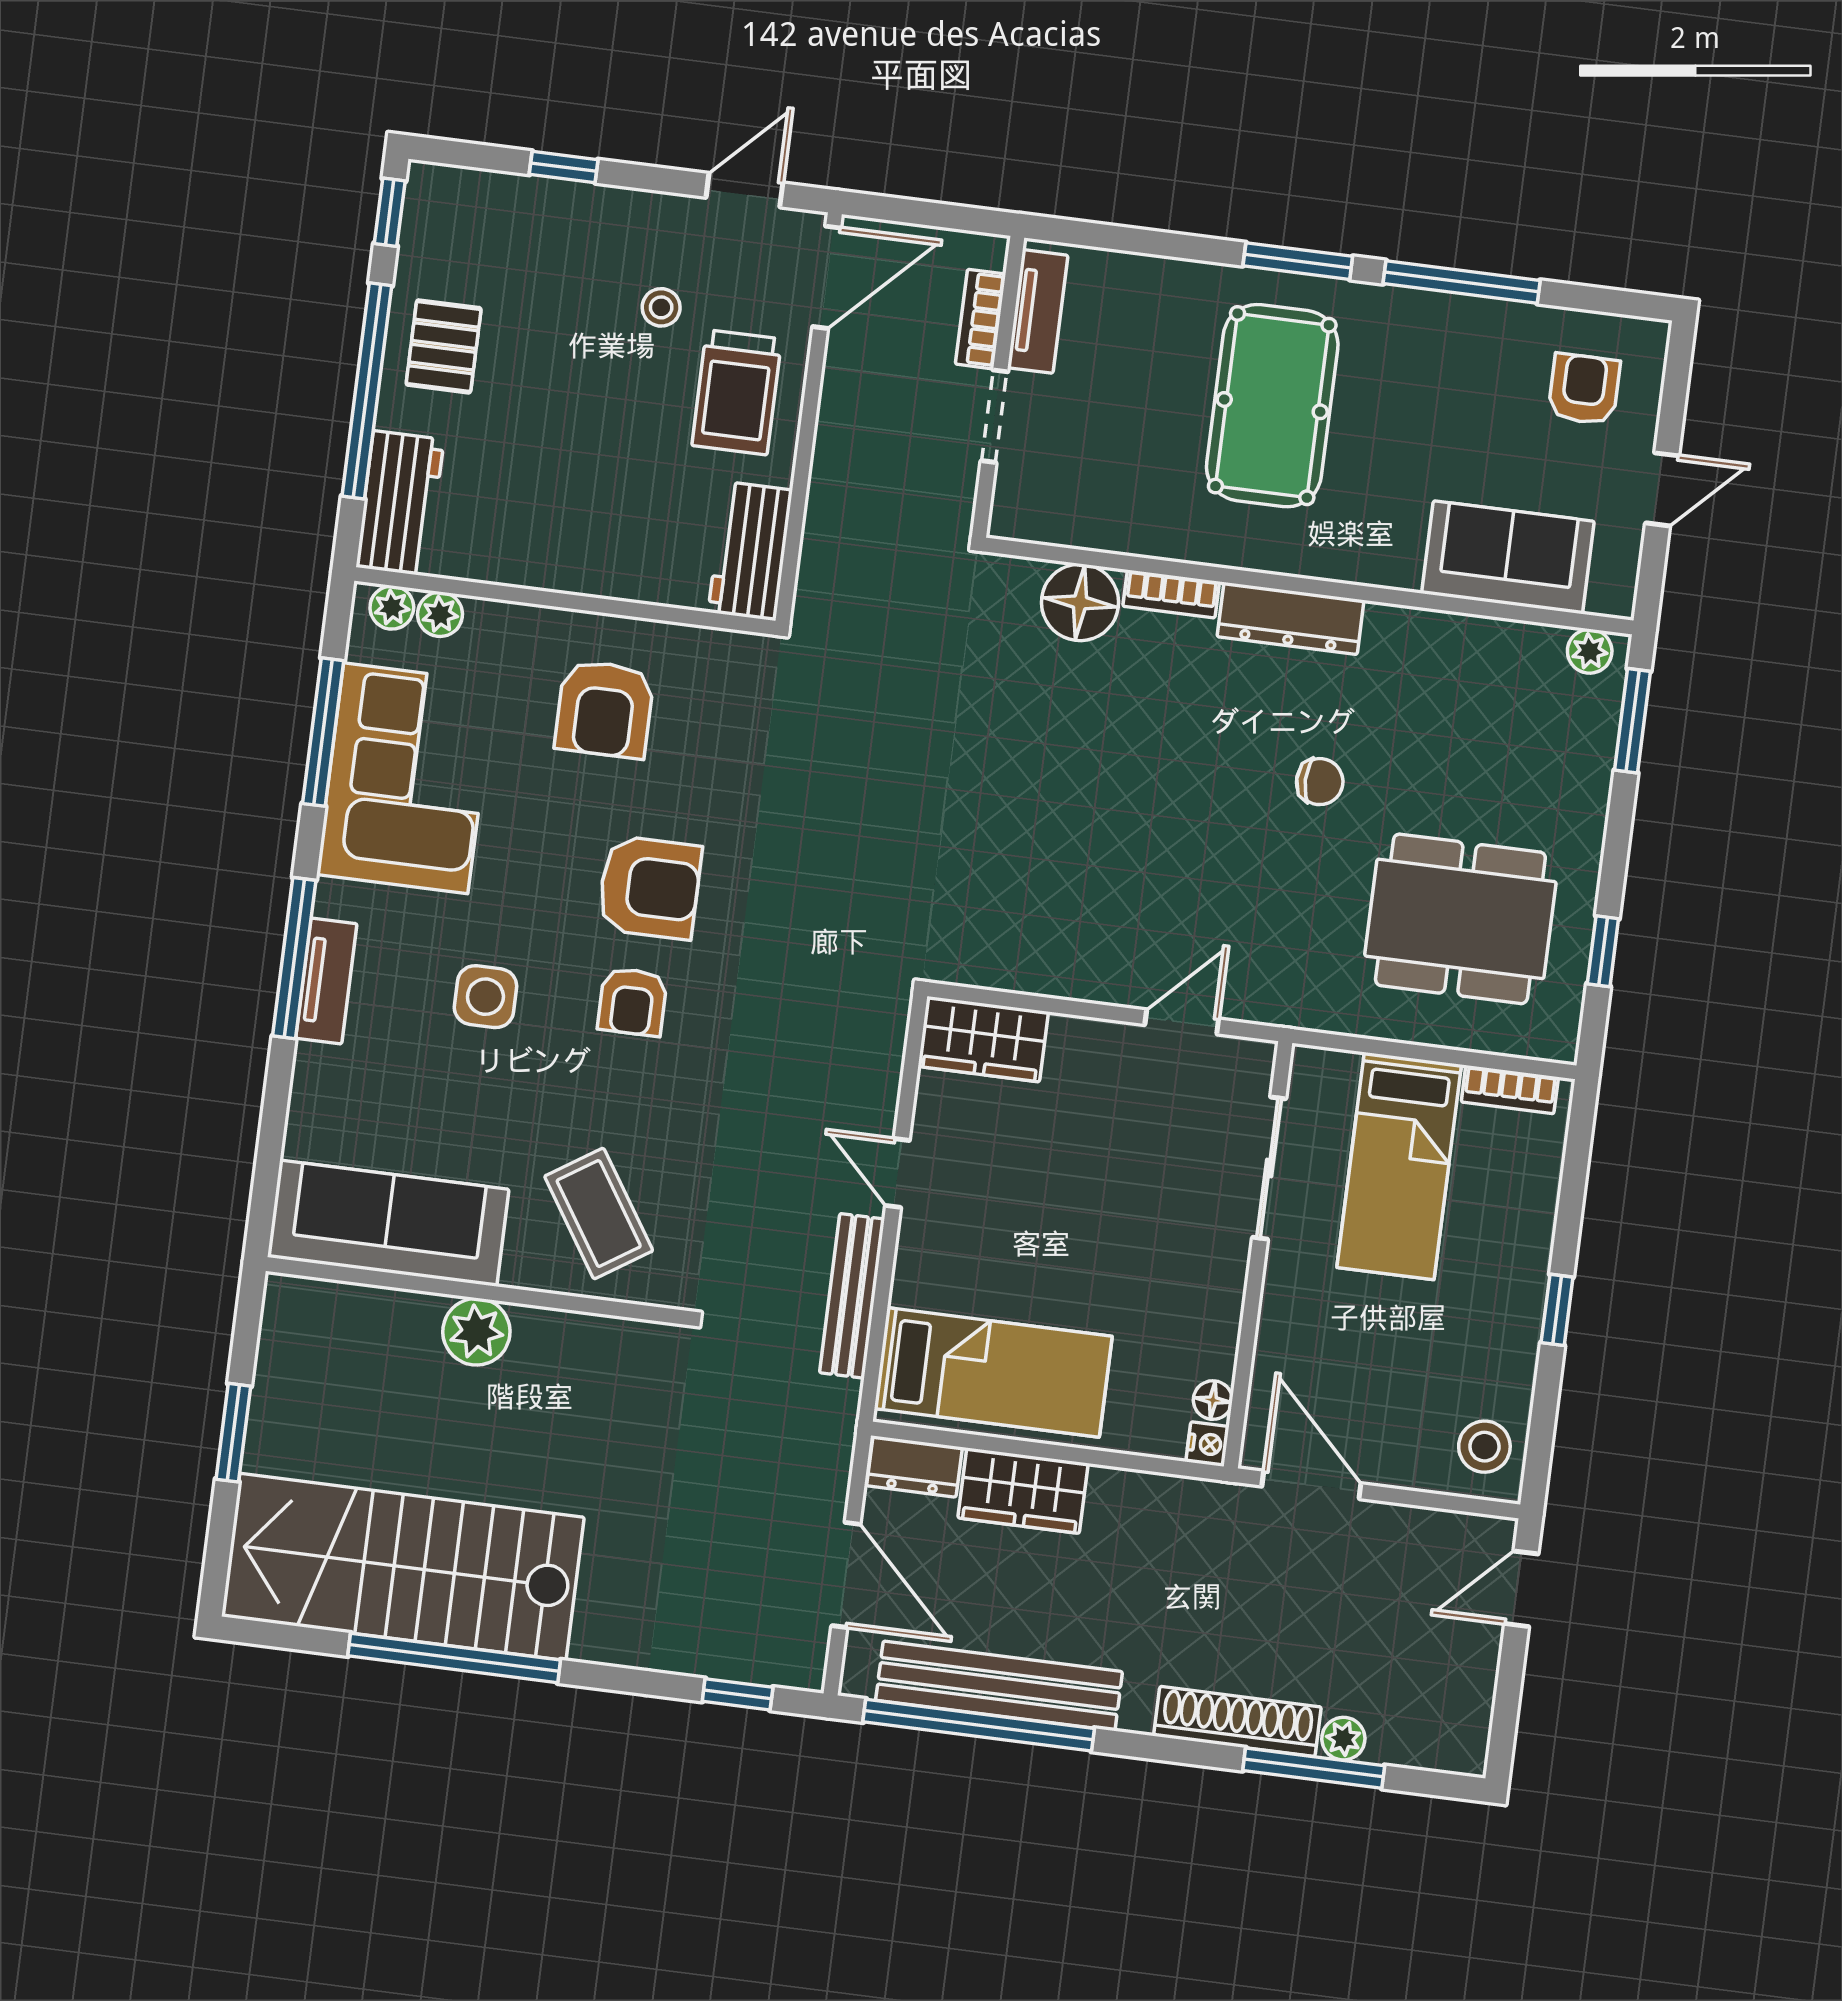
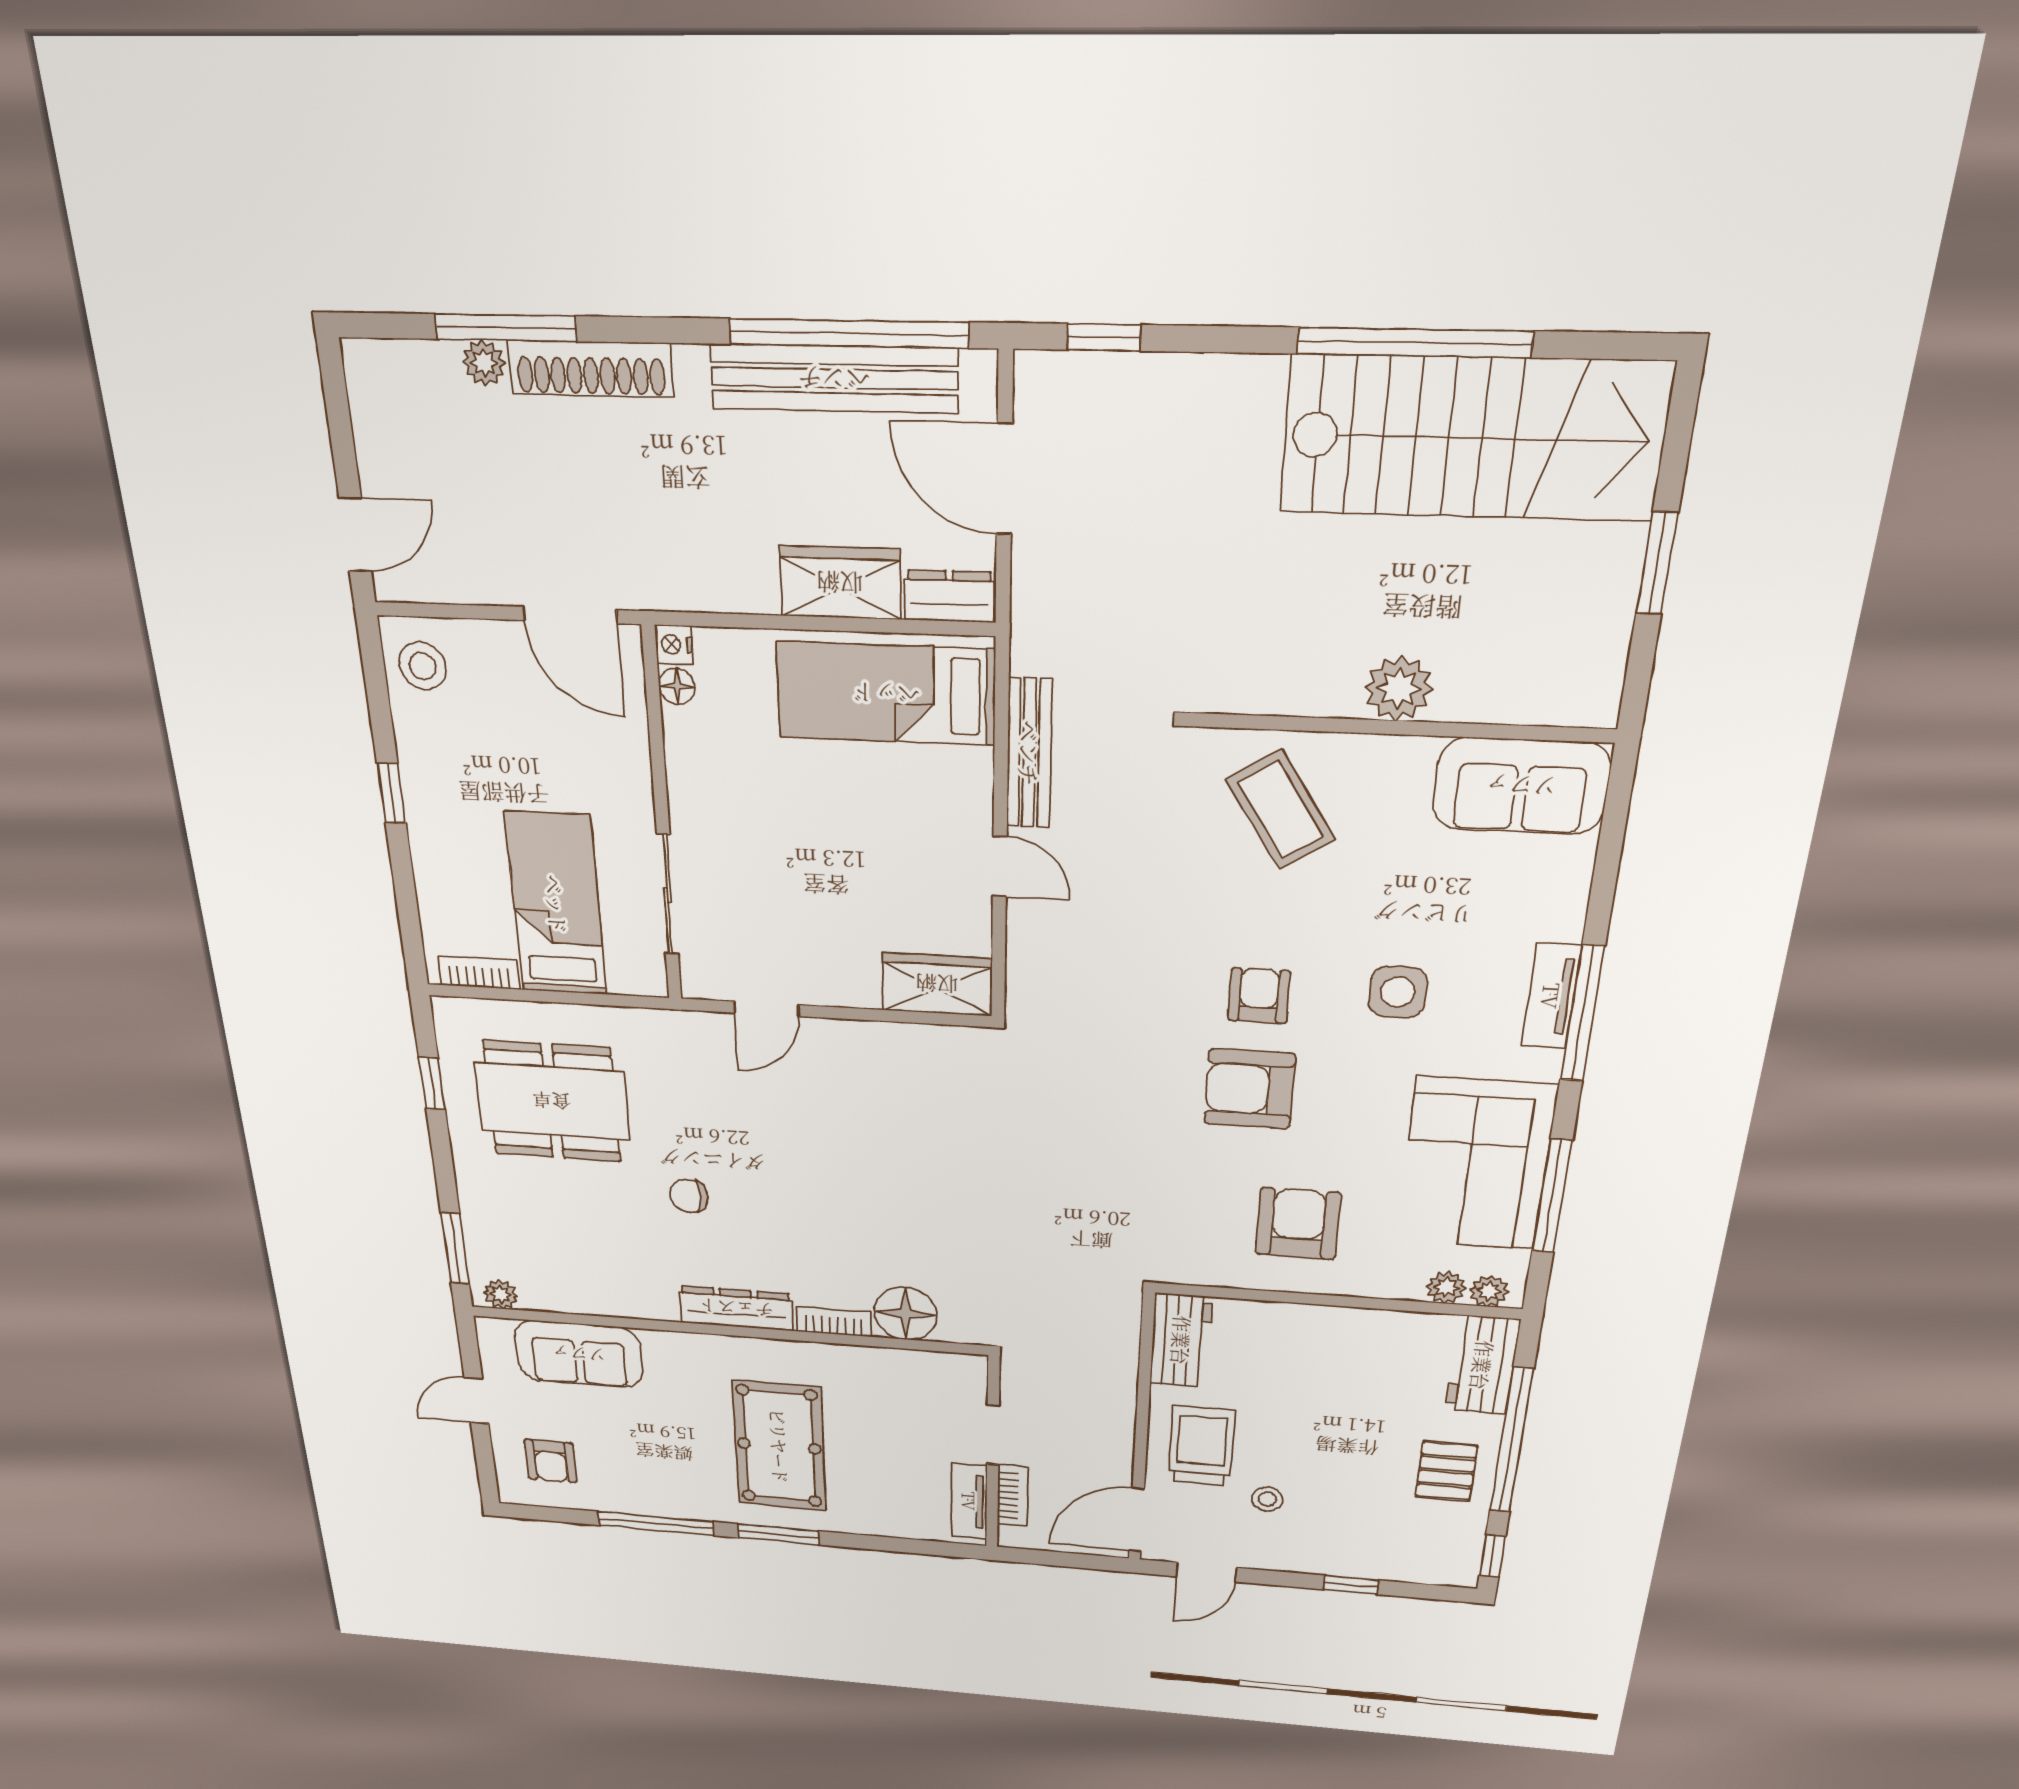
sofa: (388, 1223) -> (1521, 786), width x0.73

